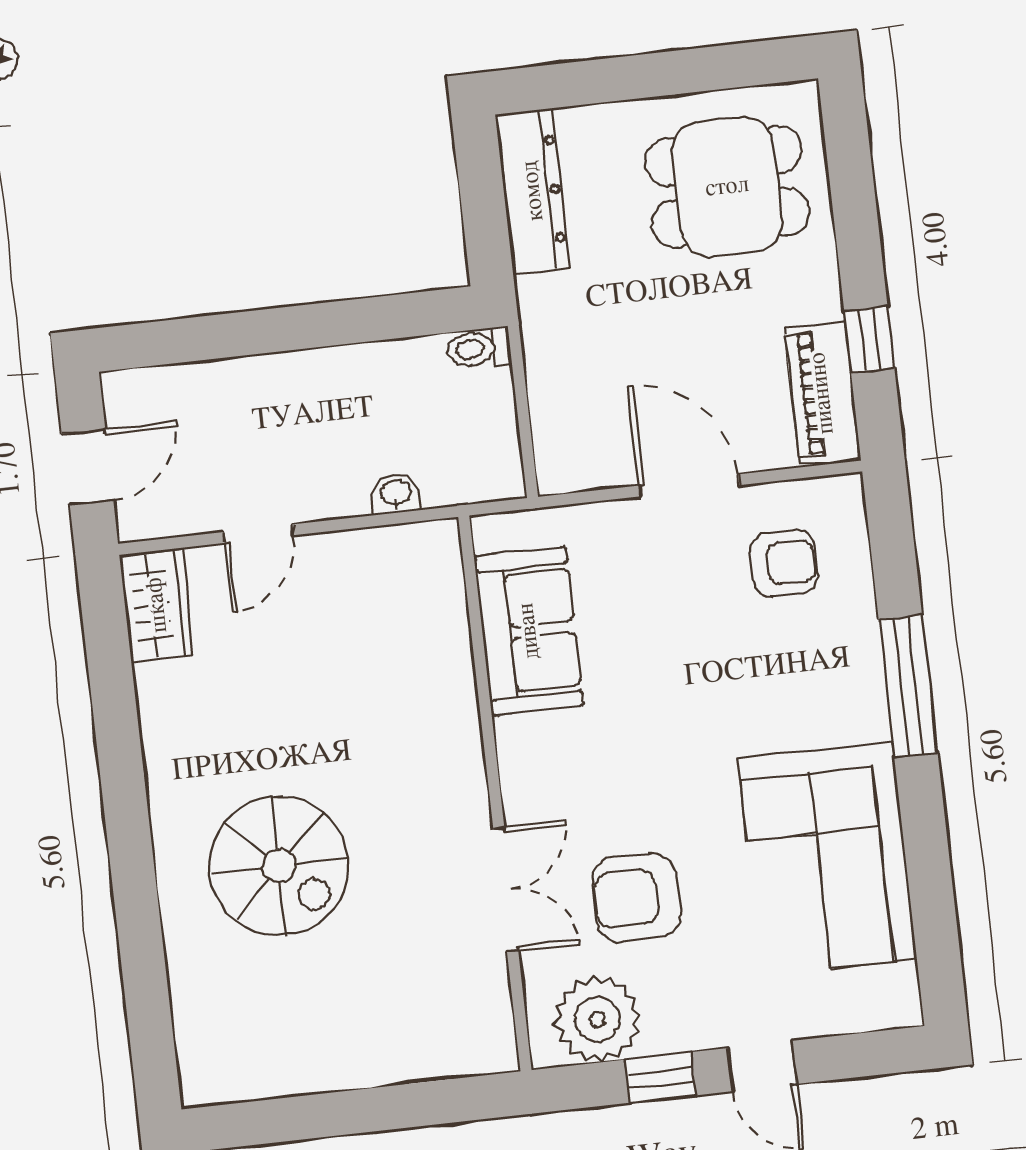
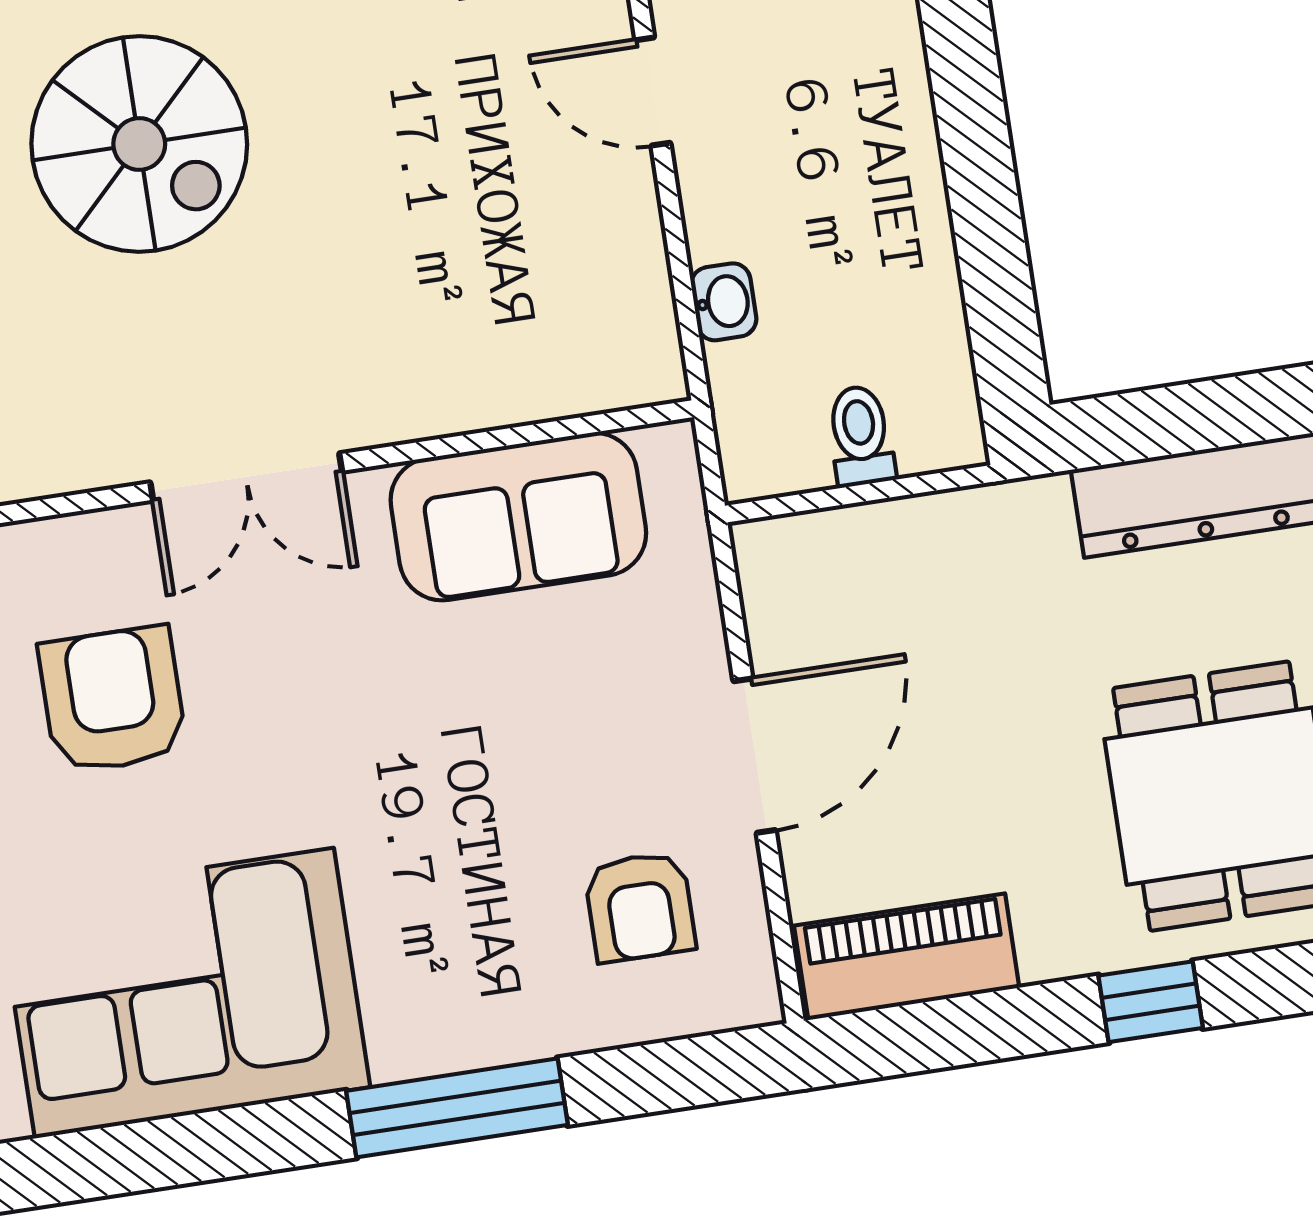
window: (869, 340) -> (1151, 1002), moved
toilet: (479, 348) -> (861, 436), moved
spiral stairs: (279, 866) -> (139, 144), turned -90
double door: (506, 890) -> (246, 477), moved

